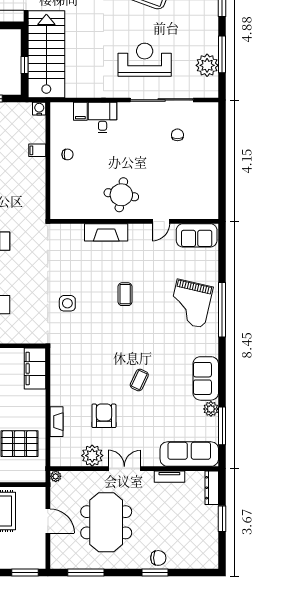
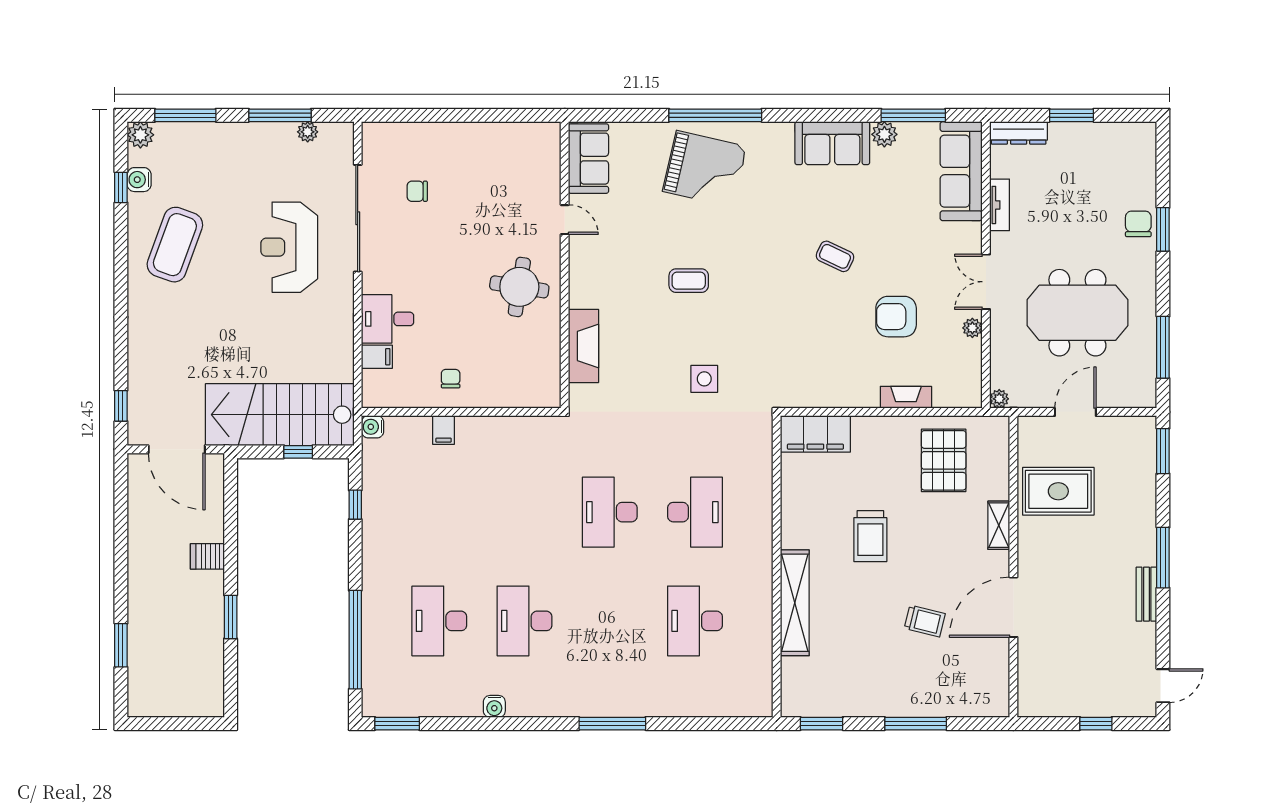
plant: (207, 65) -> (308, 132), width x0.53, depth x0.53
fireplace: (106, 232) -> (583, 346), moved
plant: (92, 456) -> (972, 328), width x0.53, depth x0.53

